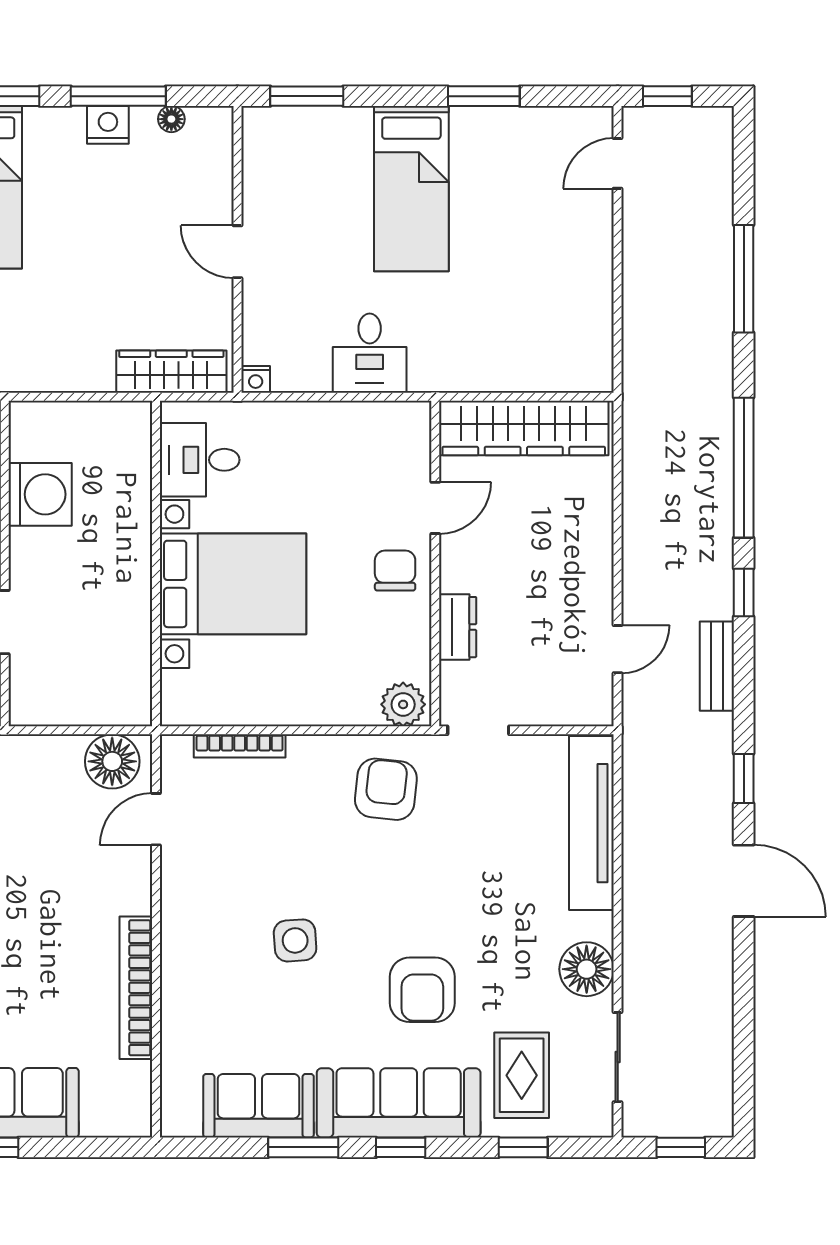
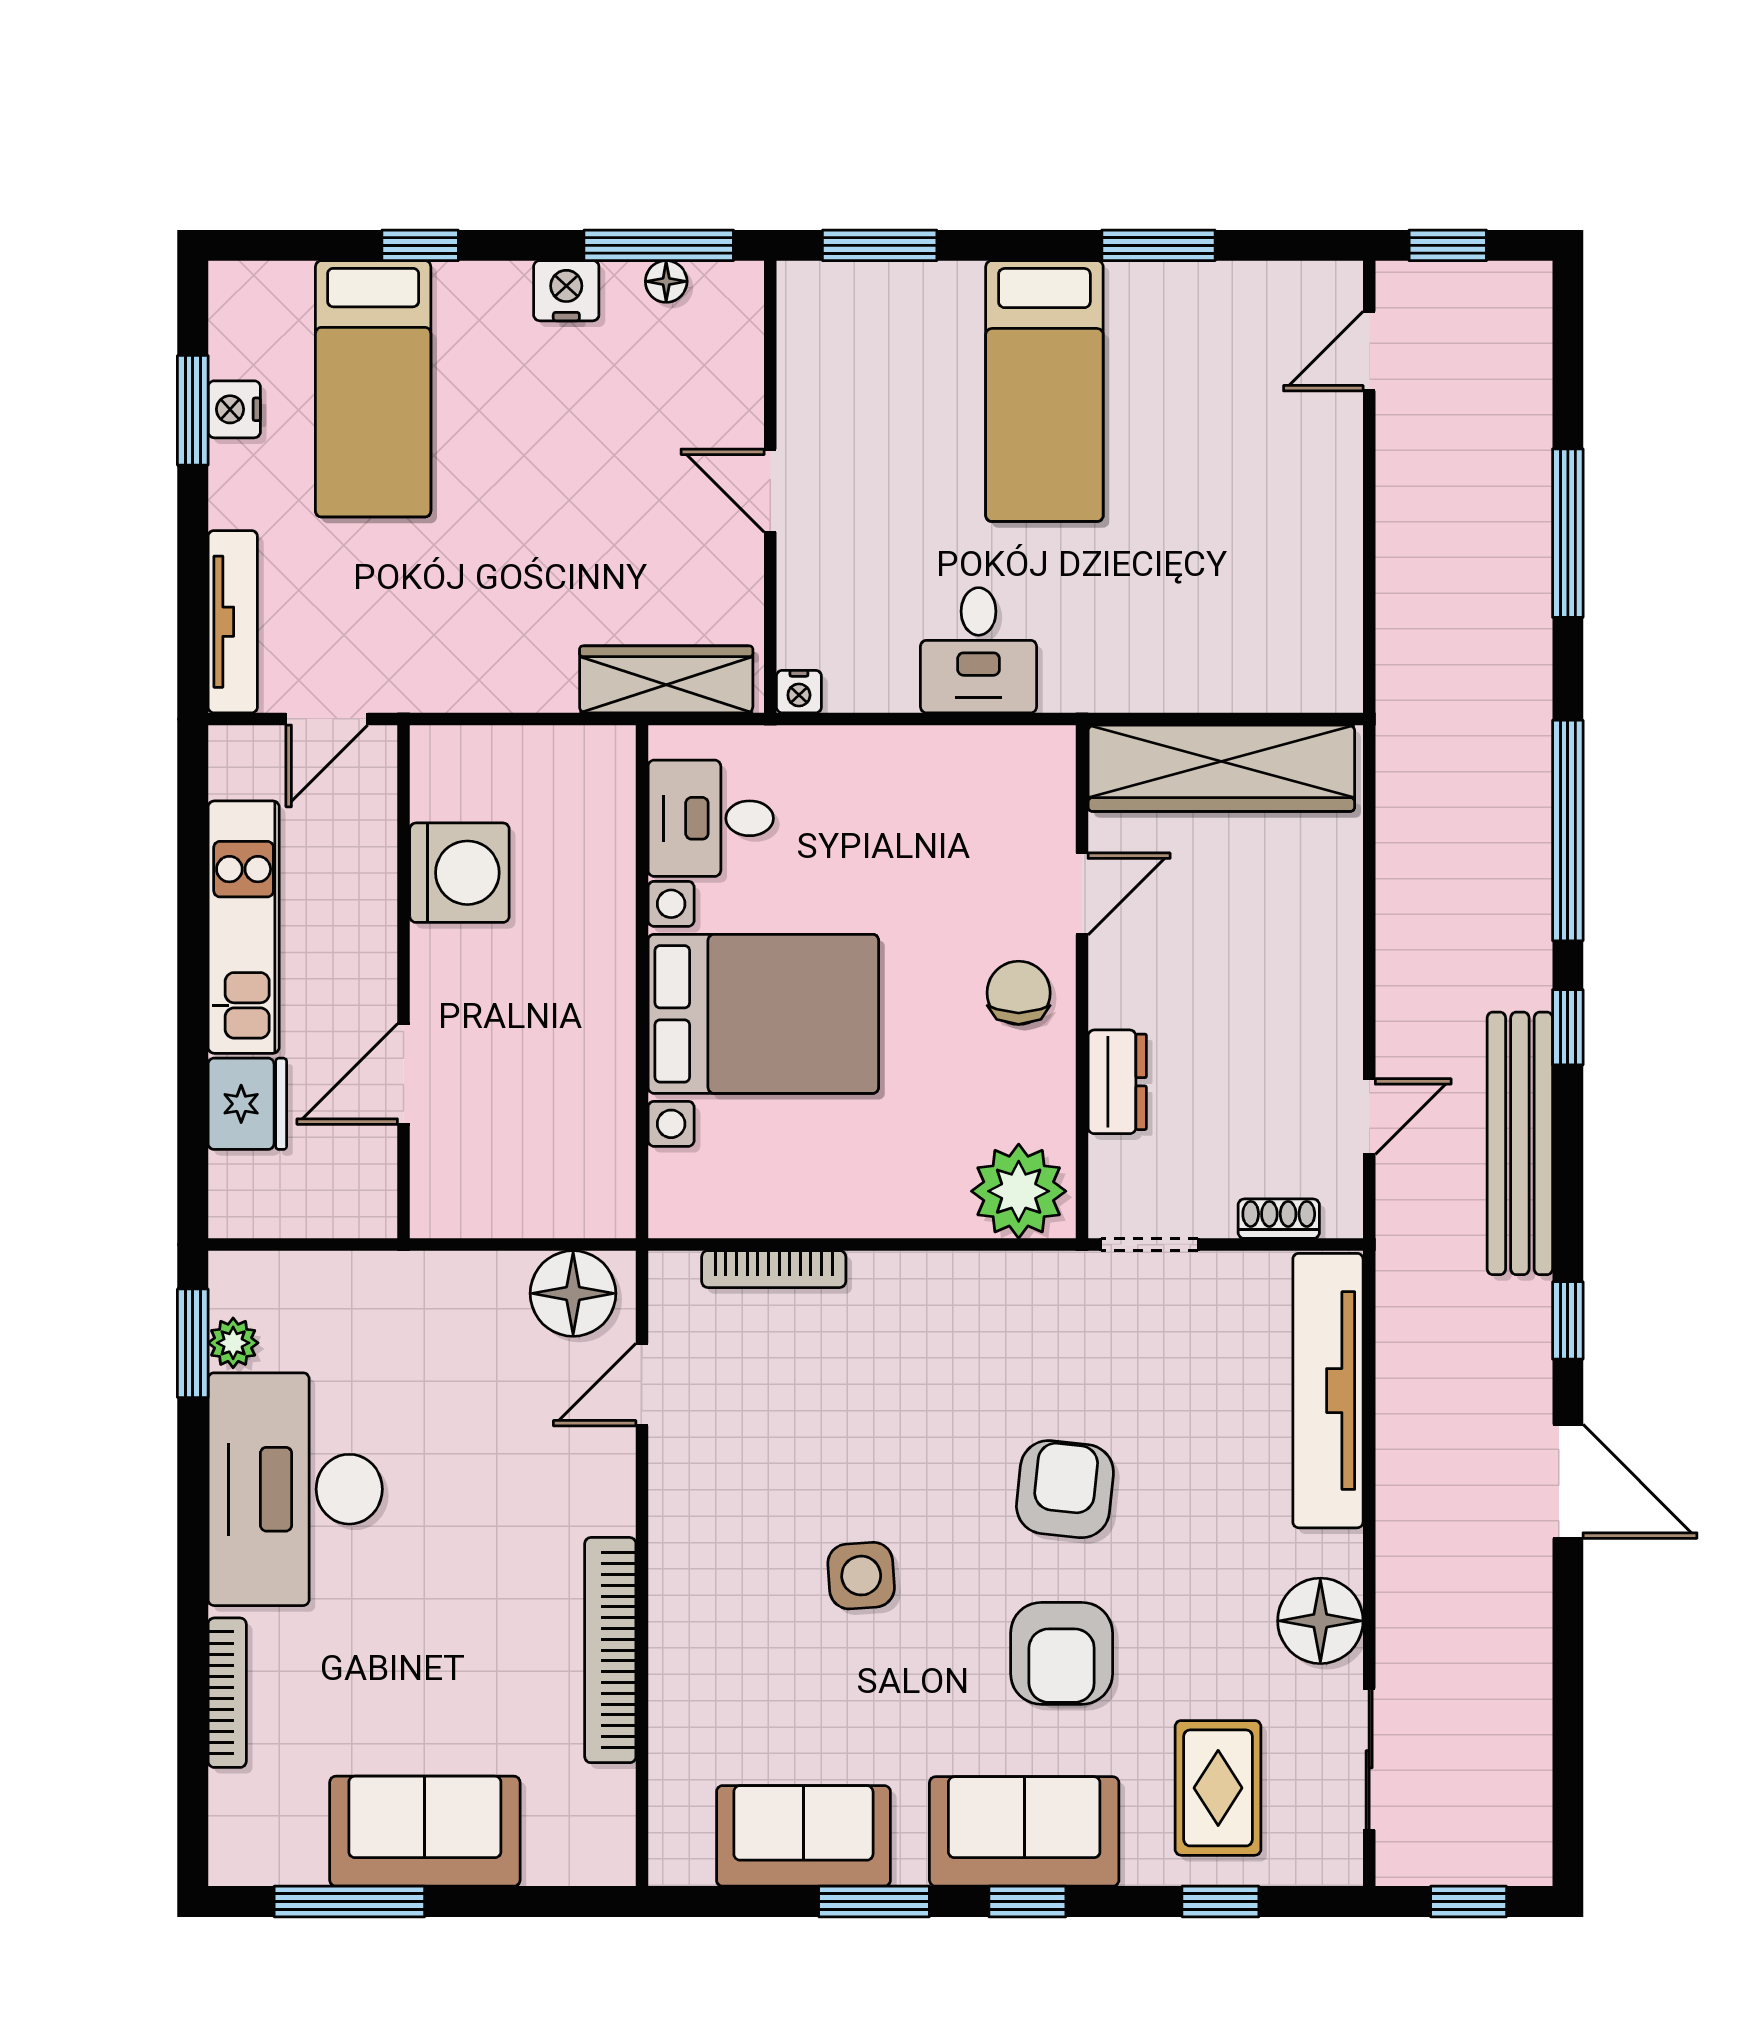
window: (118, 96) -> (659, 245), moved
bench: (717, 666) -> (1520, 1143), width x1.86, depth x1.21
plant: (403, 704) -> (1019, 1191), width x1.36, depth x1.36
shoe rack: (560, 714) -> (1279, 1219), added
armchair: (386, 789) -> (1065, 1489), moved
sofa: (399, 1103) -> (1024, 1831), width x0.73

